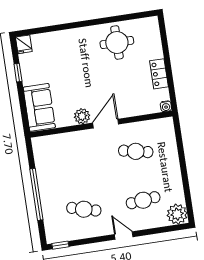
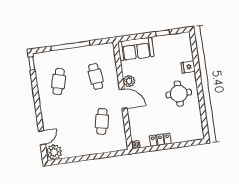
round table: (117, 42) -> (179, 94), moved
fridge: (24, 44) -> (188, 67), moved
cafe table: (143, 200) -> (96, 76), moved
door: (124, 236) -> (42, 138), moved

